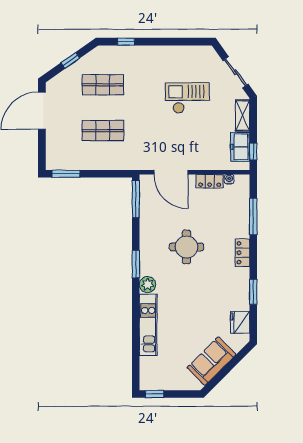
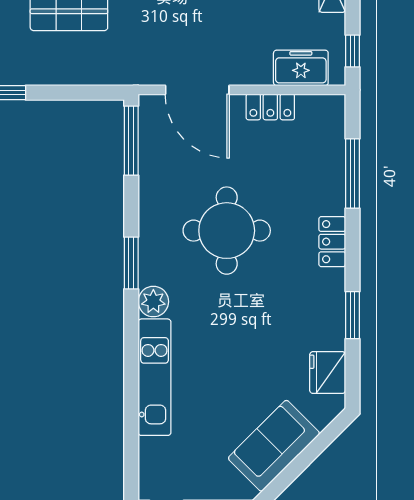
freezer: (240, 147) -> (301, 68), moved, turned 90
water cooler: (229, 179) -> (307, 103), removed
round table: (186, 247) -> (227, 231), width x1.36, depth x1.36

